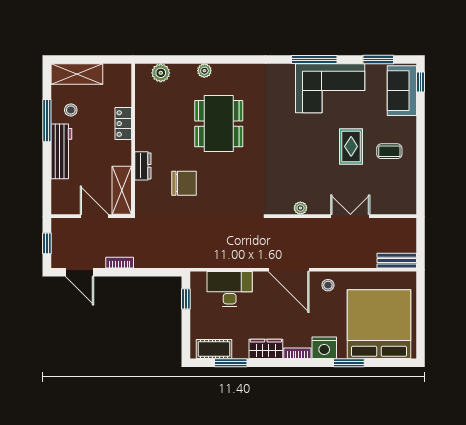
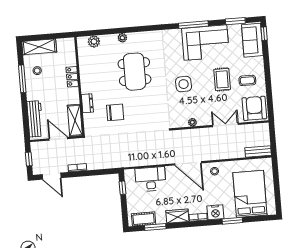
side table: (292, 149) -> (184, 84), added
workbench: (61, 151) -> (35, 119), moved
armchair: (396, 194) -> (254, 108), added
bed: (379, 324) -> (250, 194), width x0.73

